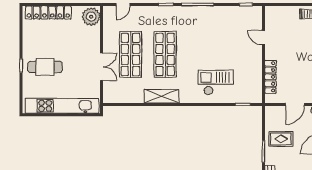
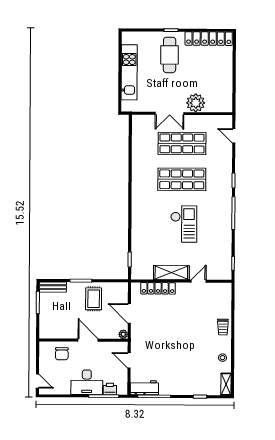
locker: (48, 12) -> (209, 39), moved, turned -90
plant: (91, 17) -> (196, 103), moved
checkout: (216, 82) -> (184, 224), moved
shelving: (162, 96) -> (171, 273), moved, turned 90
kitchen unit: (62, 106) -> (129, 72), width x0.73

